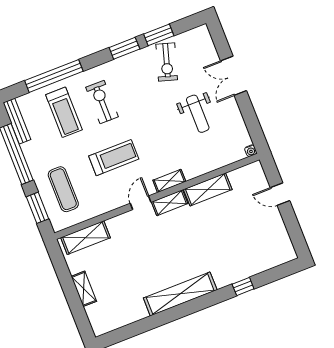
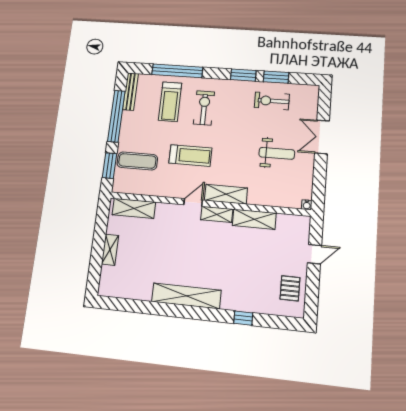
exercise bike: (167, 62) -> (272, 101), turned 73
weight bench: (198, 114) -> (277, 153), turned -90
shelving: (169, 181) -> (226, 194), width x1.50, depth x1.33
exercise mat: (63, 189) -> (137, 161), turned 90
door: (280, 194) -> (314, 254), swing flipped
pallet: (273, 237) -> (290, 288), added

